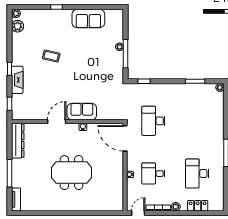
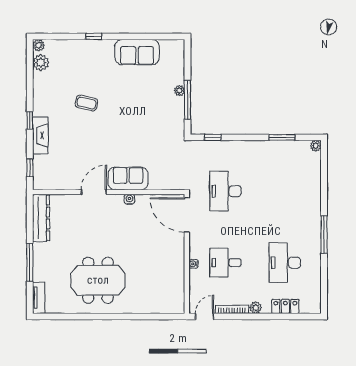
meeting table: (72, 173) -> (98, 280), moved

